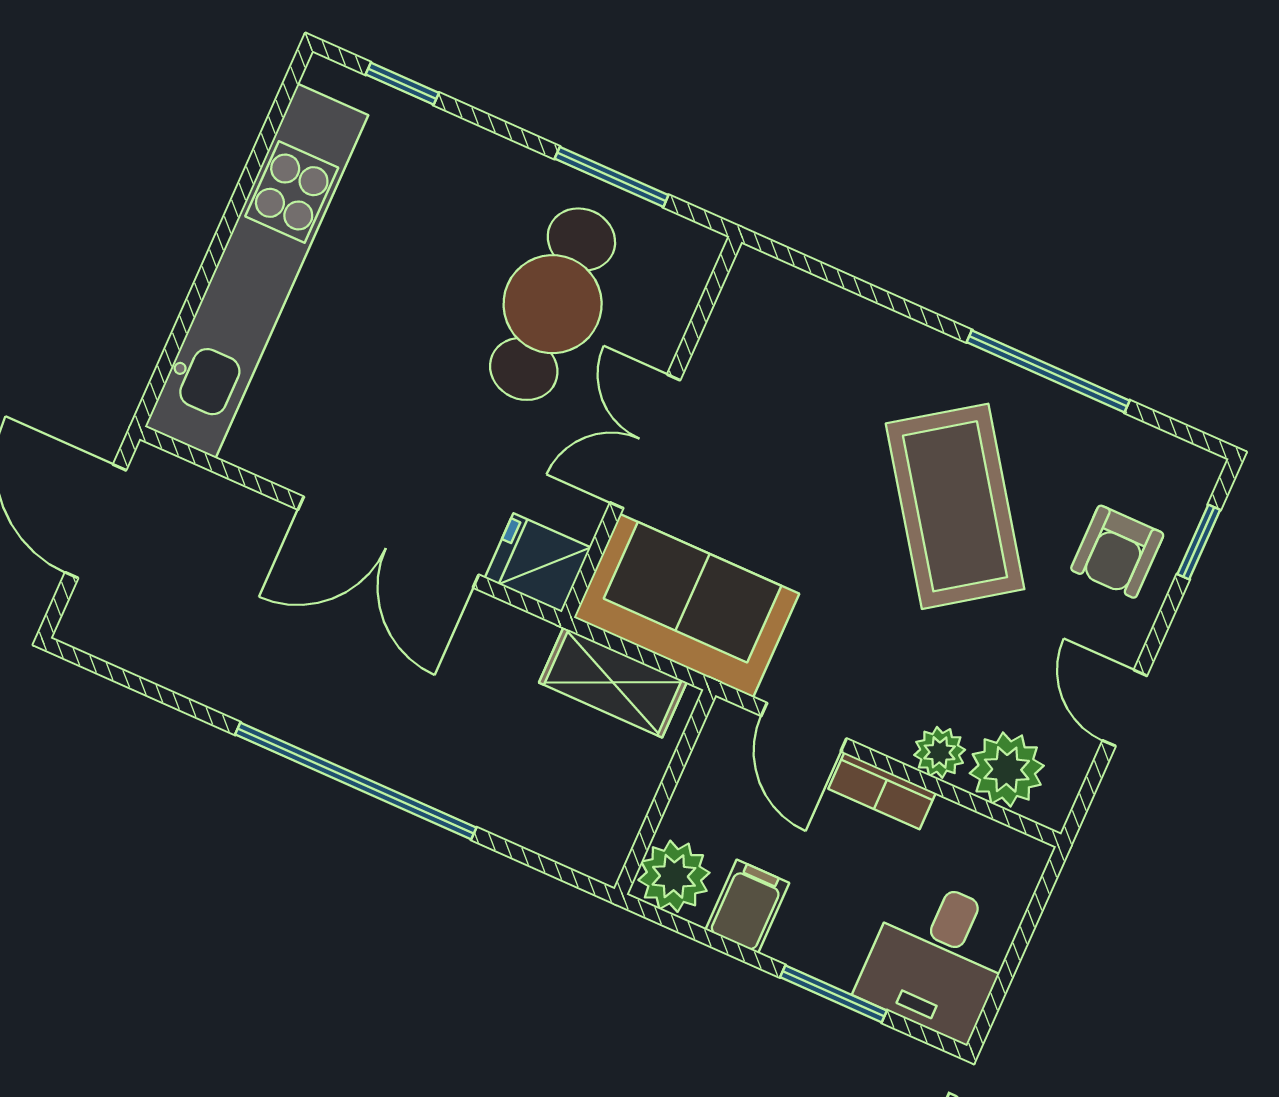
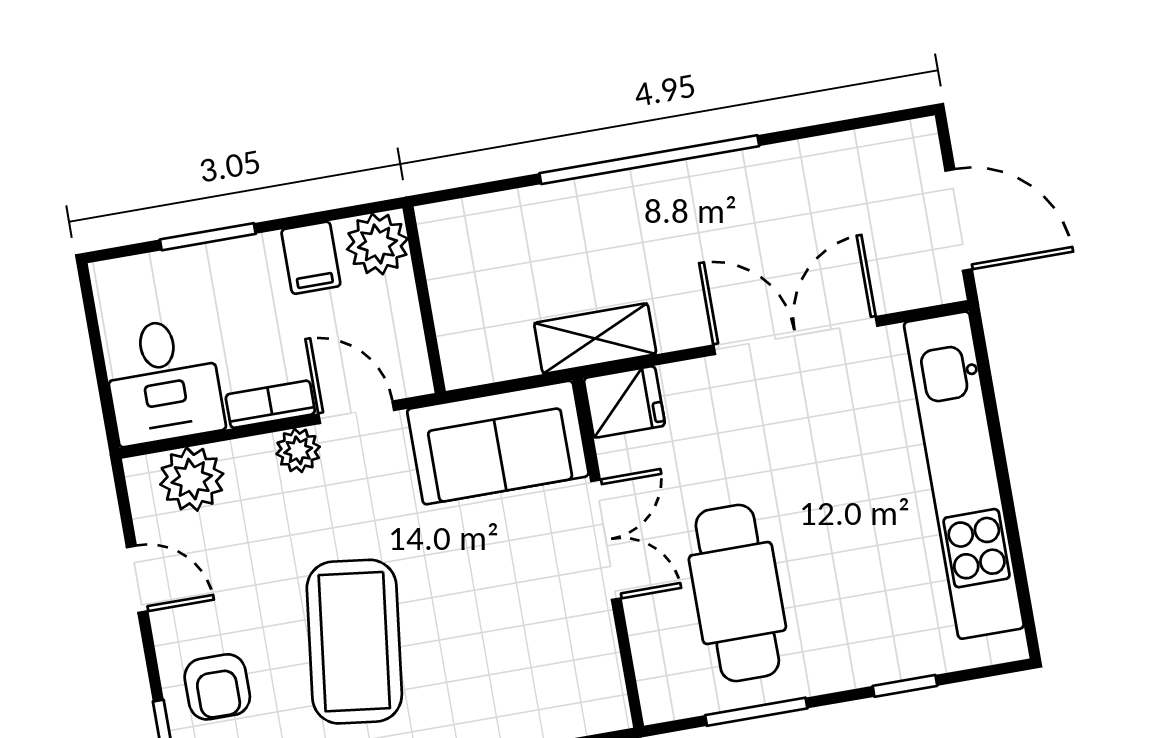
window: (402, 84) -> (905, 686), moved
coffee table: (955, 506) -> (354, 642), turned 42
double door: (388, 542) -> (795, 336), moved
armchair: (1117, 552) -> (217, 687), turned 180
shelving: (613, 682) -> (595, 339), moved
plant: (940, 752) -> (298, 450), moved
desk: (937, 958) -> (163, 381), moved, turned 180

